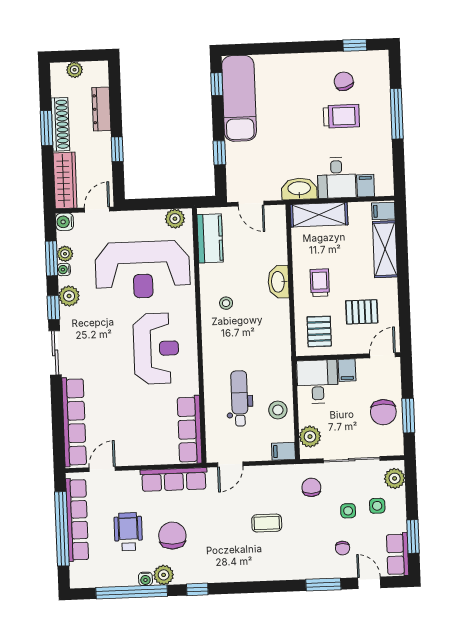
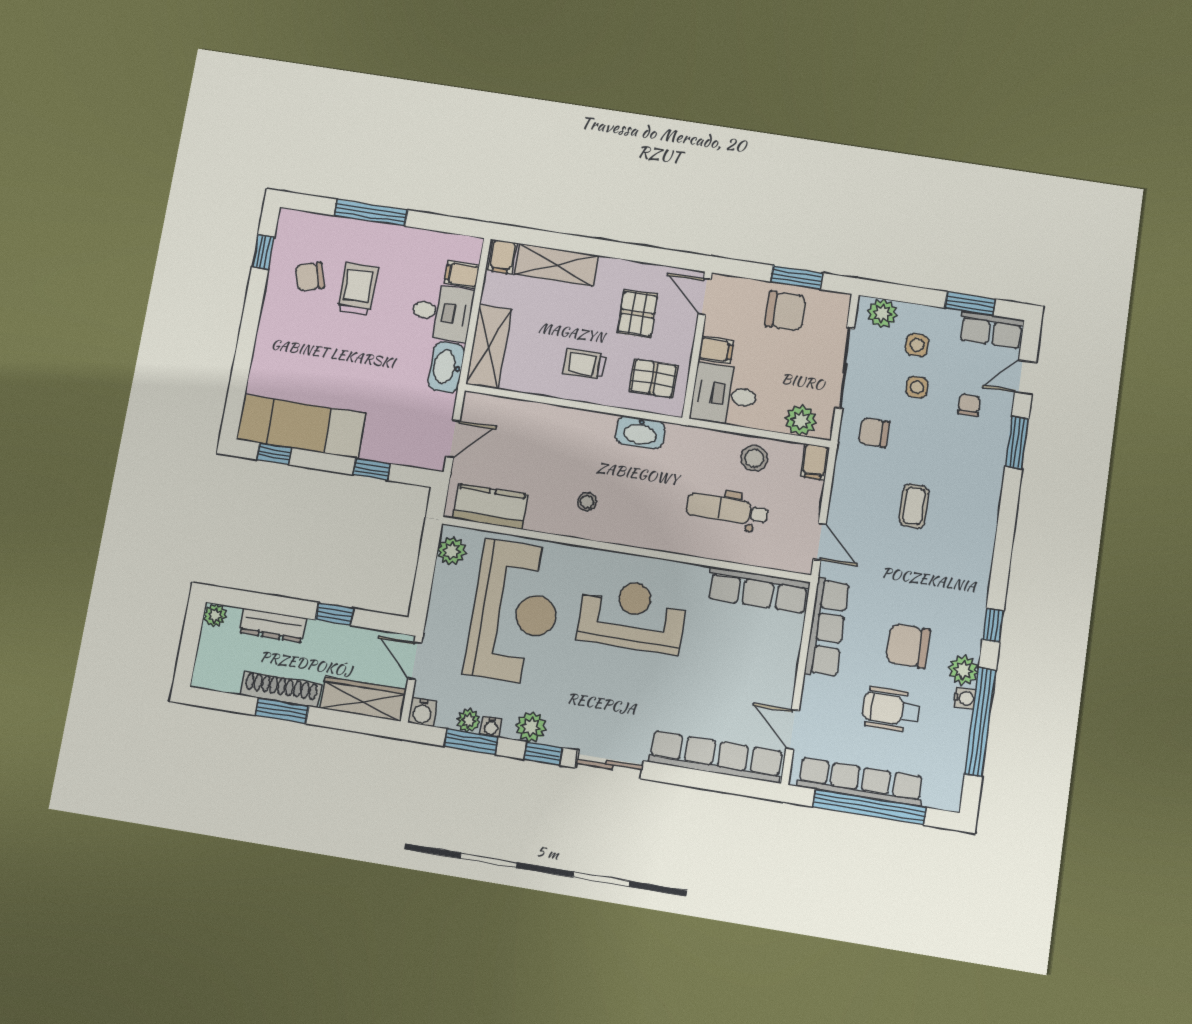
plant: (75, 70) -> (215, 615), moved
washbasin: (279, 282) -> (640, 432), moved
chair: (343, 548) -> (969, 405), turned -90

